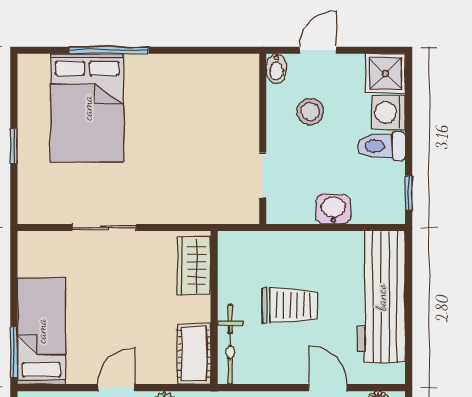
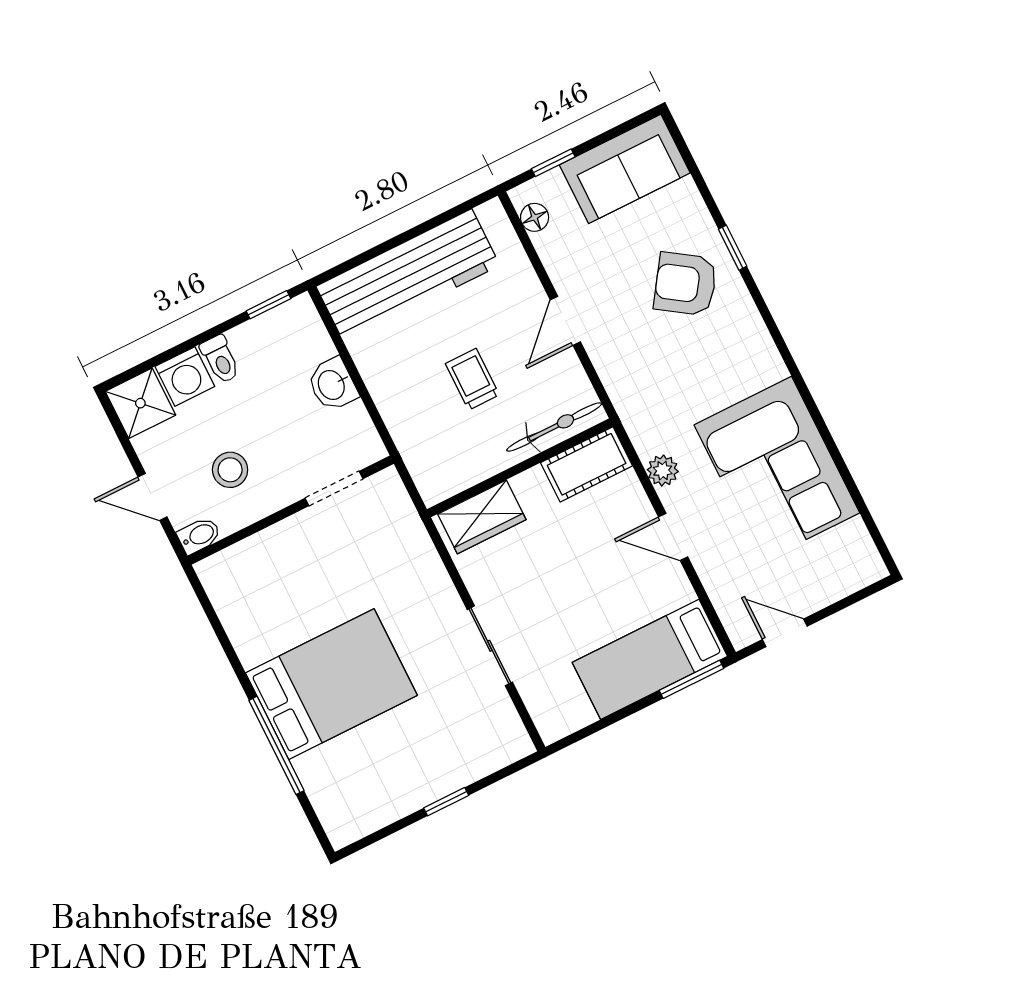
bed: (87, 108) -> (331, 684), moved
toilet: (381, 146) -> (220, 359), width x0.73, depth x0.72
trolley: (290, 305) -> (472, 379), width x0.73, depth x0.72
door: (328, 388) -> (565, 321), moved

